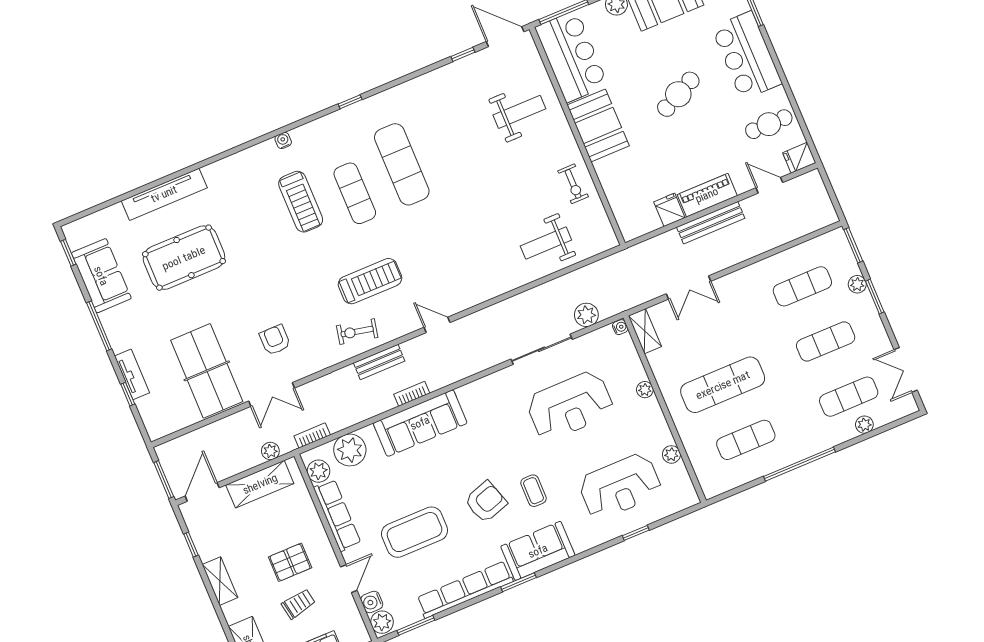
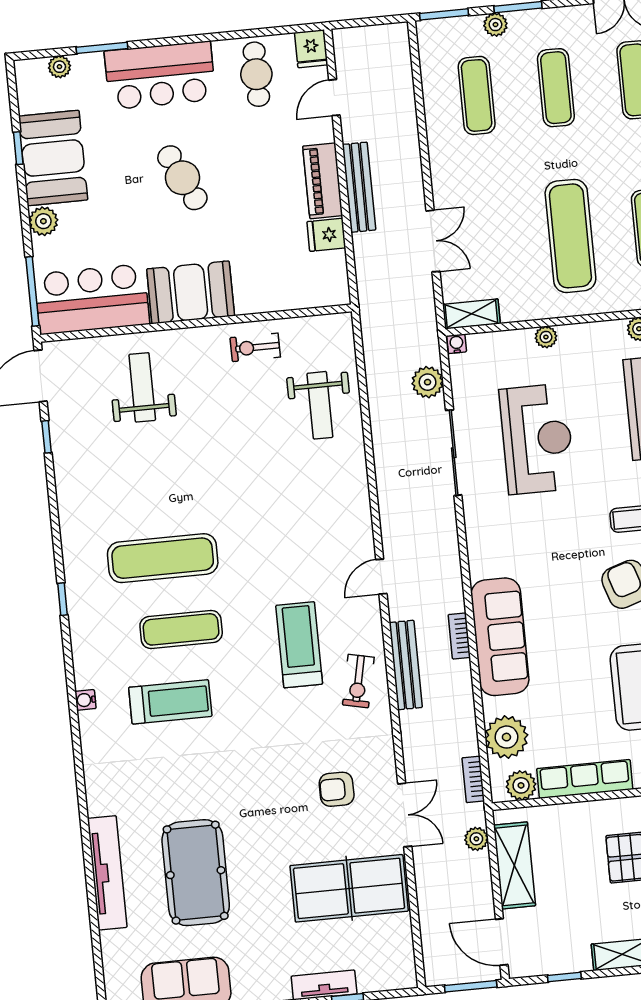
exercise bike: (573, 184) -> (255, 347), turned 180
bench: (379, 362) -> (406, 665), width x1.36

